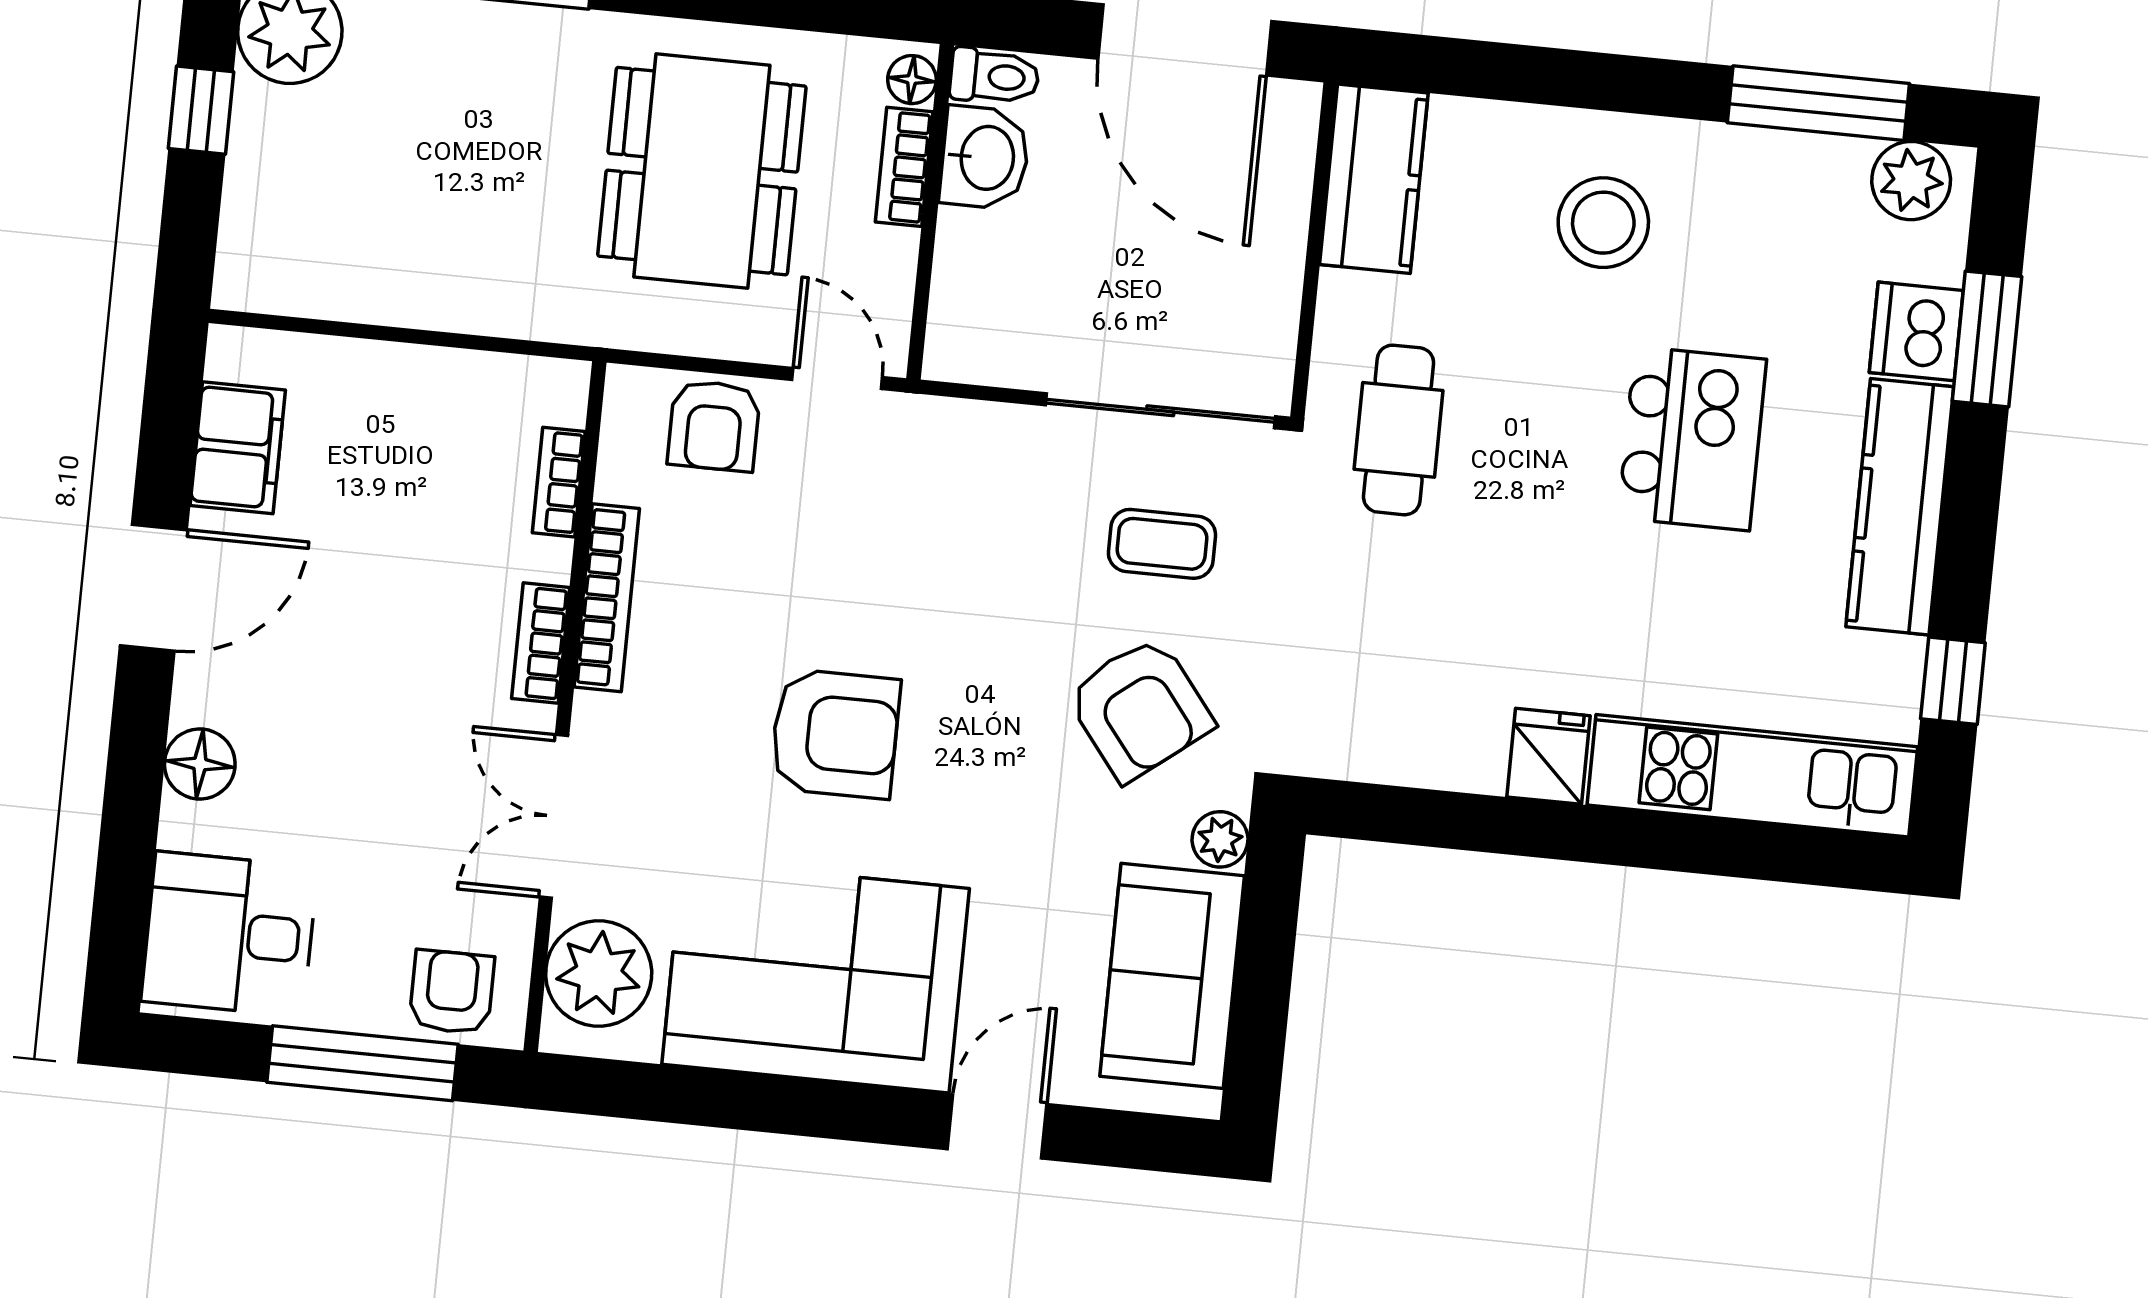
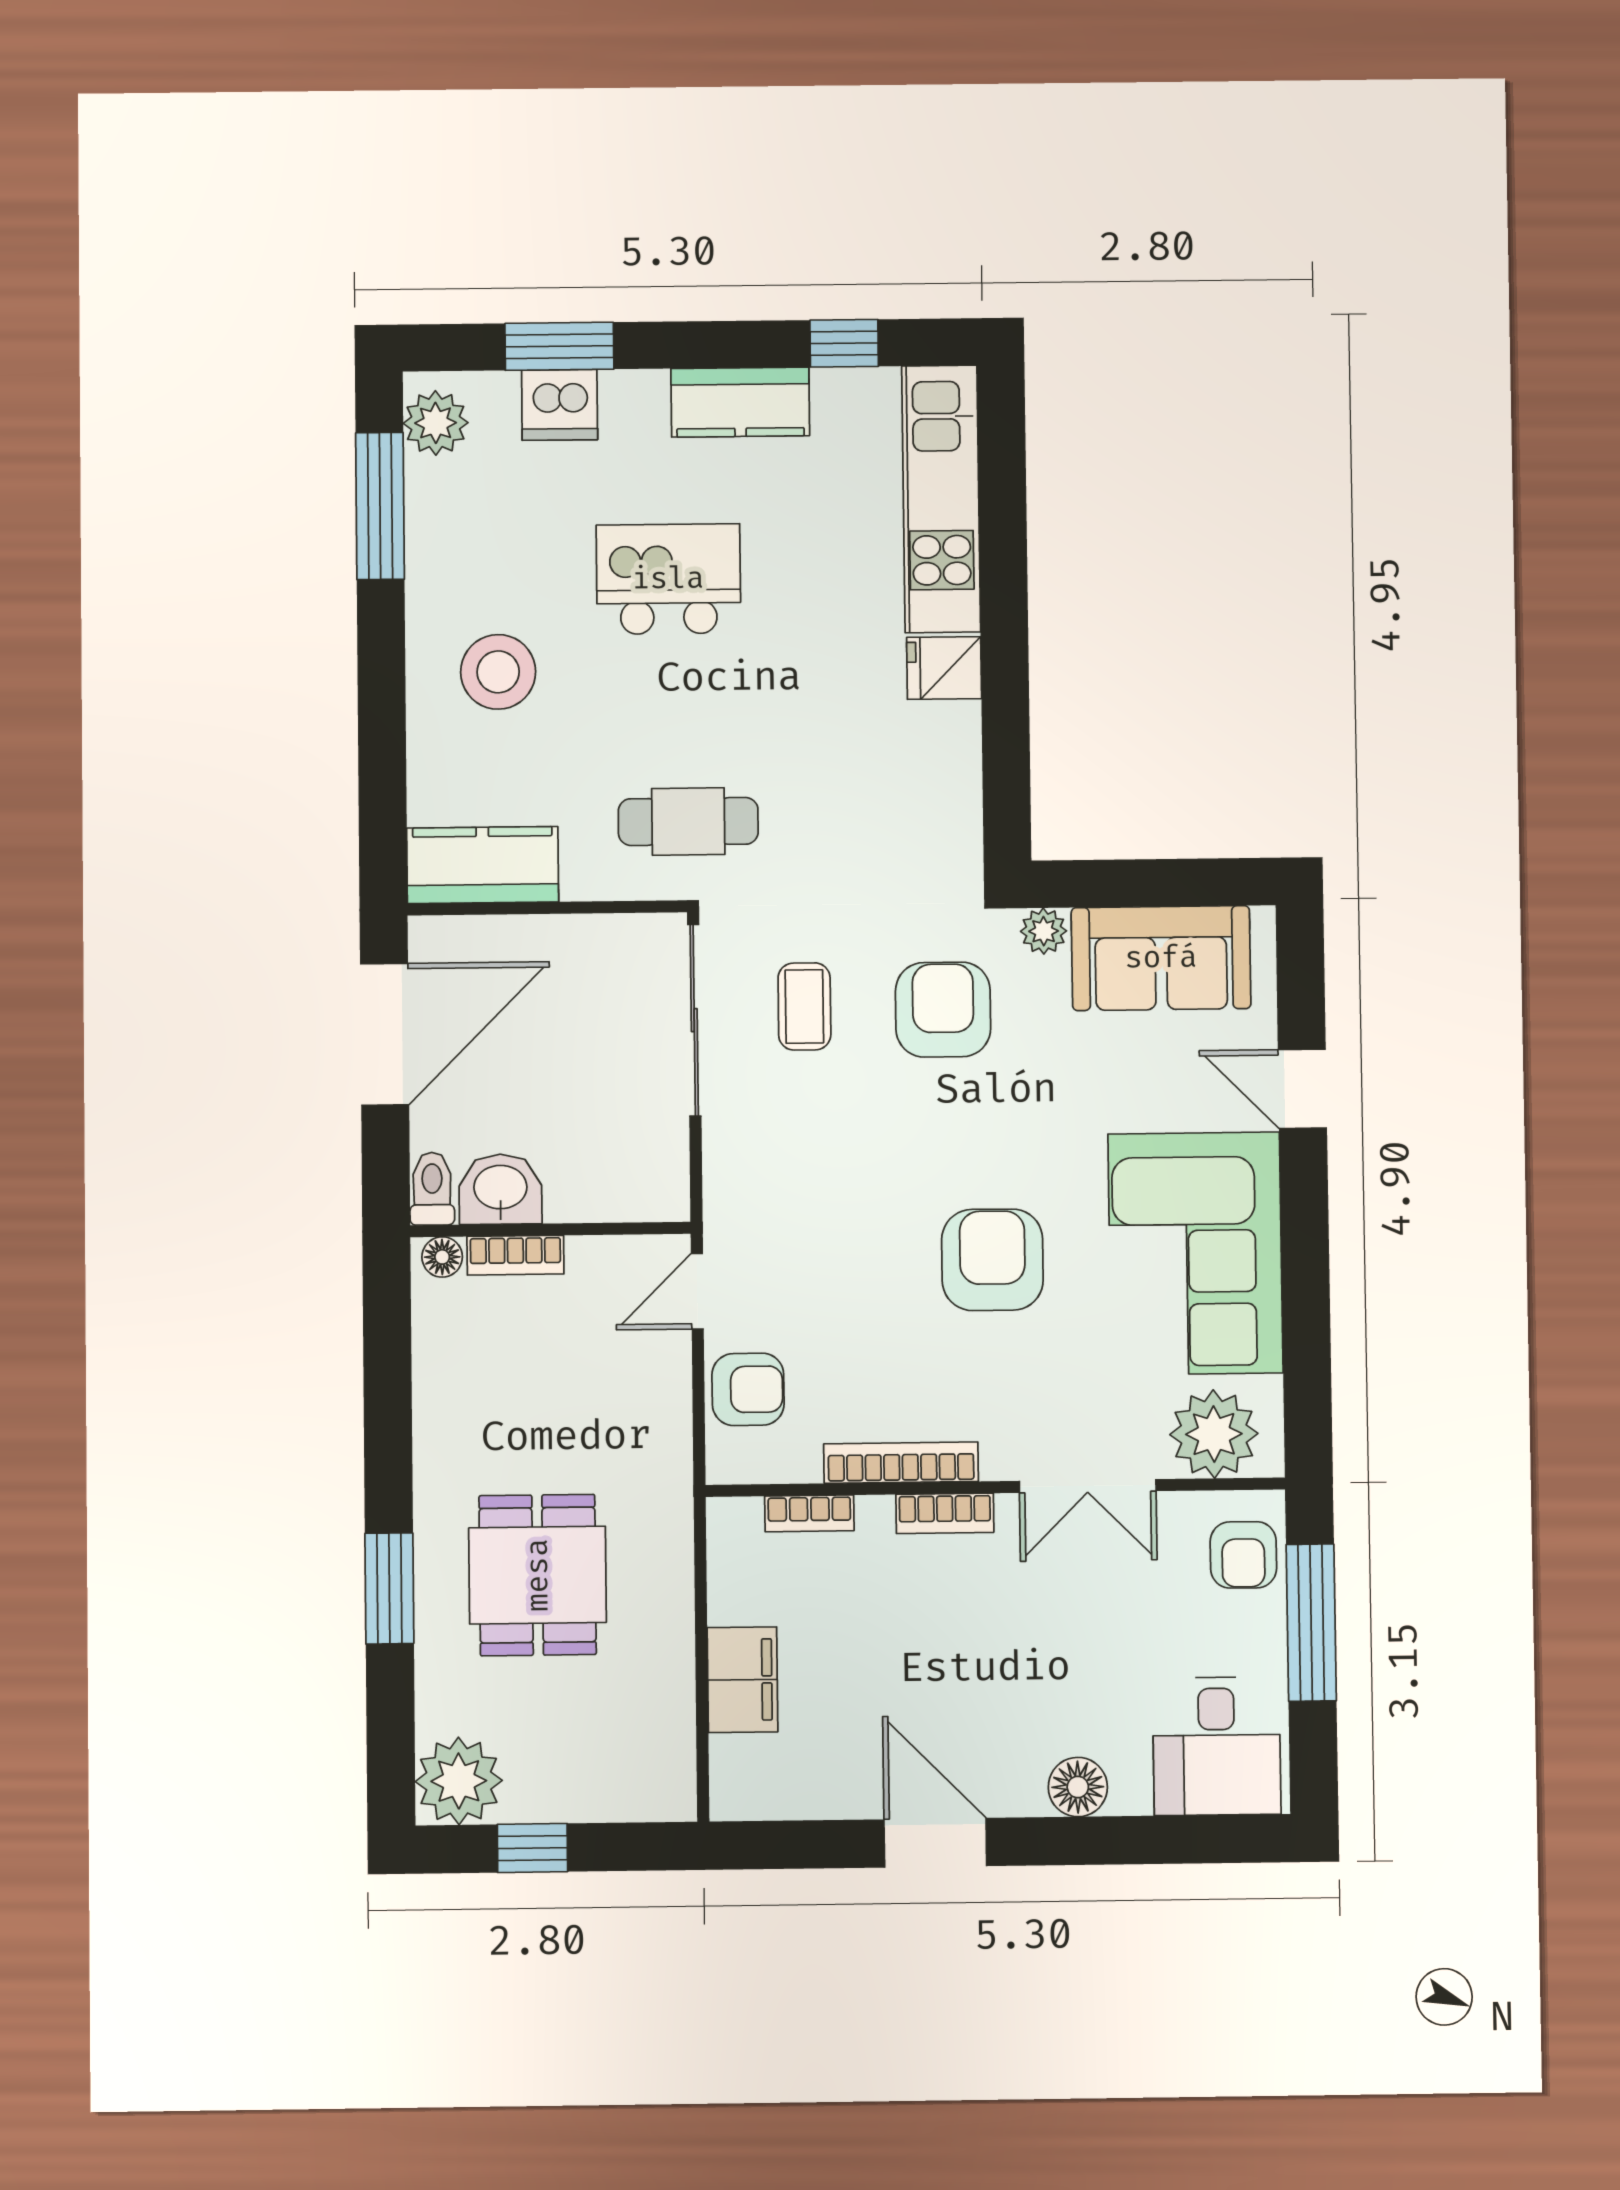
dining table: (702, 171) -> (538, 1575), moved, width x0.73
filing cabinet: (238, 448) -> (743, 1680), moved, turned 90
kitchen counter: (1900, 507) -> (740, 402), width x0.67
armchair: (1140, 709) -> (943, 1010), turned -52
armchair: (452, 992) -> (1243, 1555), turned -90

